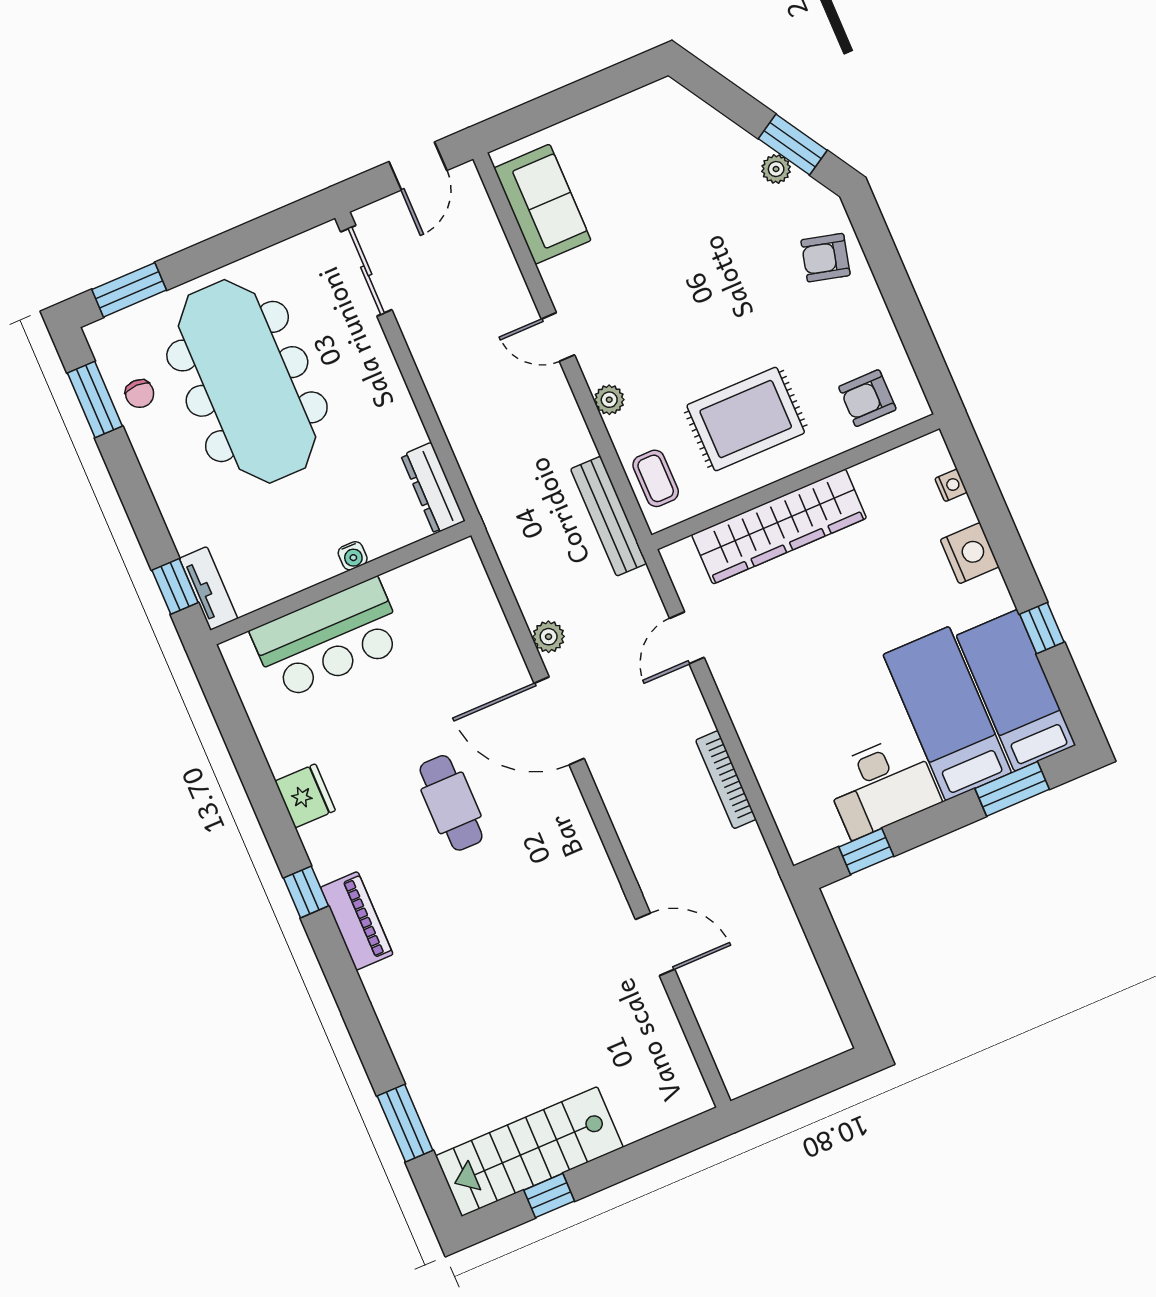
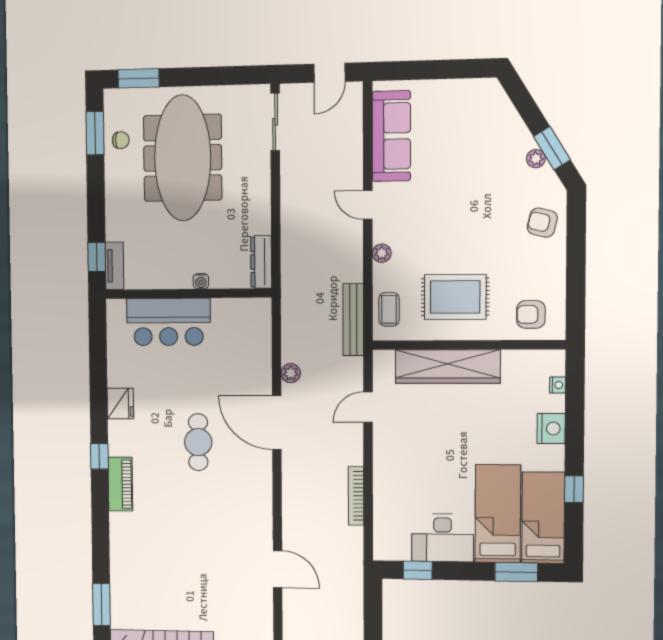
sofa: (542, 204) -> (391, 136), width x1.36
chair: (140, 394) -> (121, 140), turned -90

